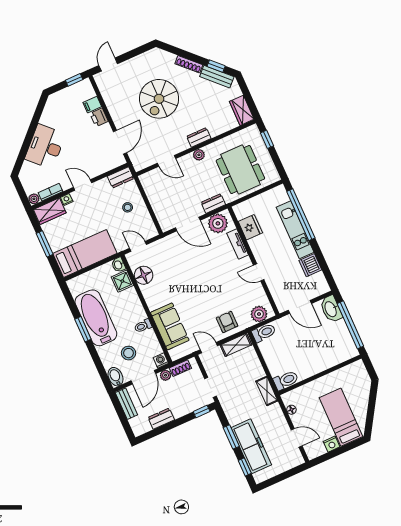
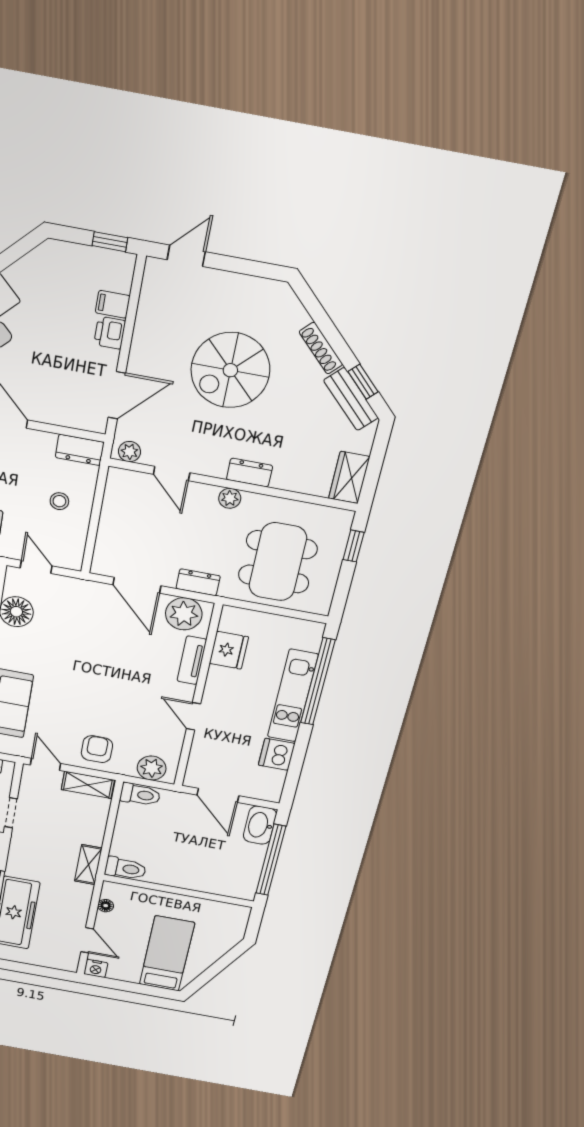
plant: (142, 163) -> (129, 452), added
nightstand: (332, 444) -> (96, 968), moved

